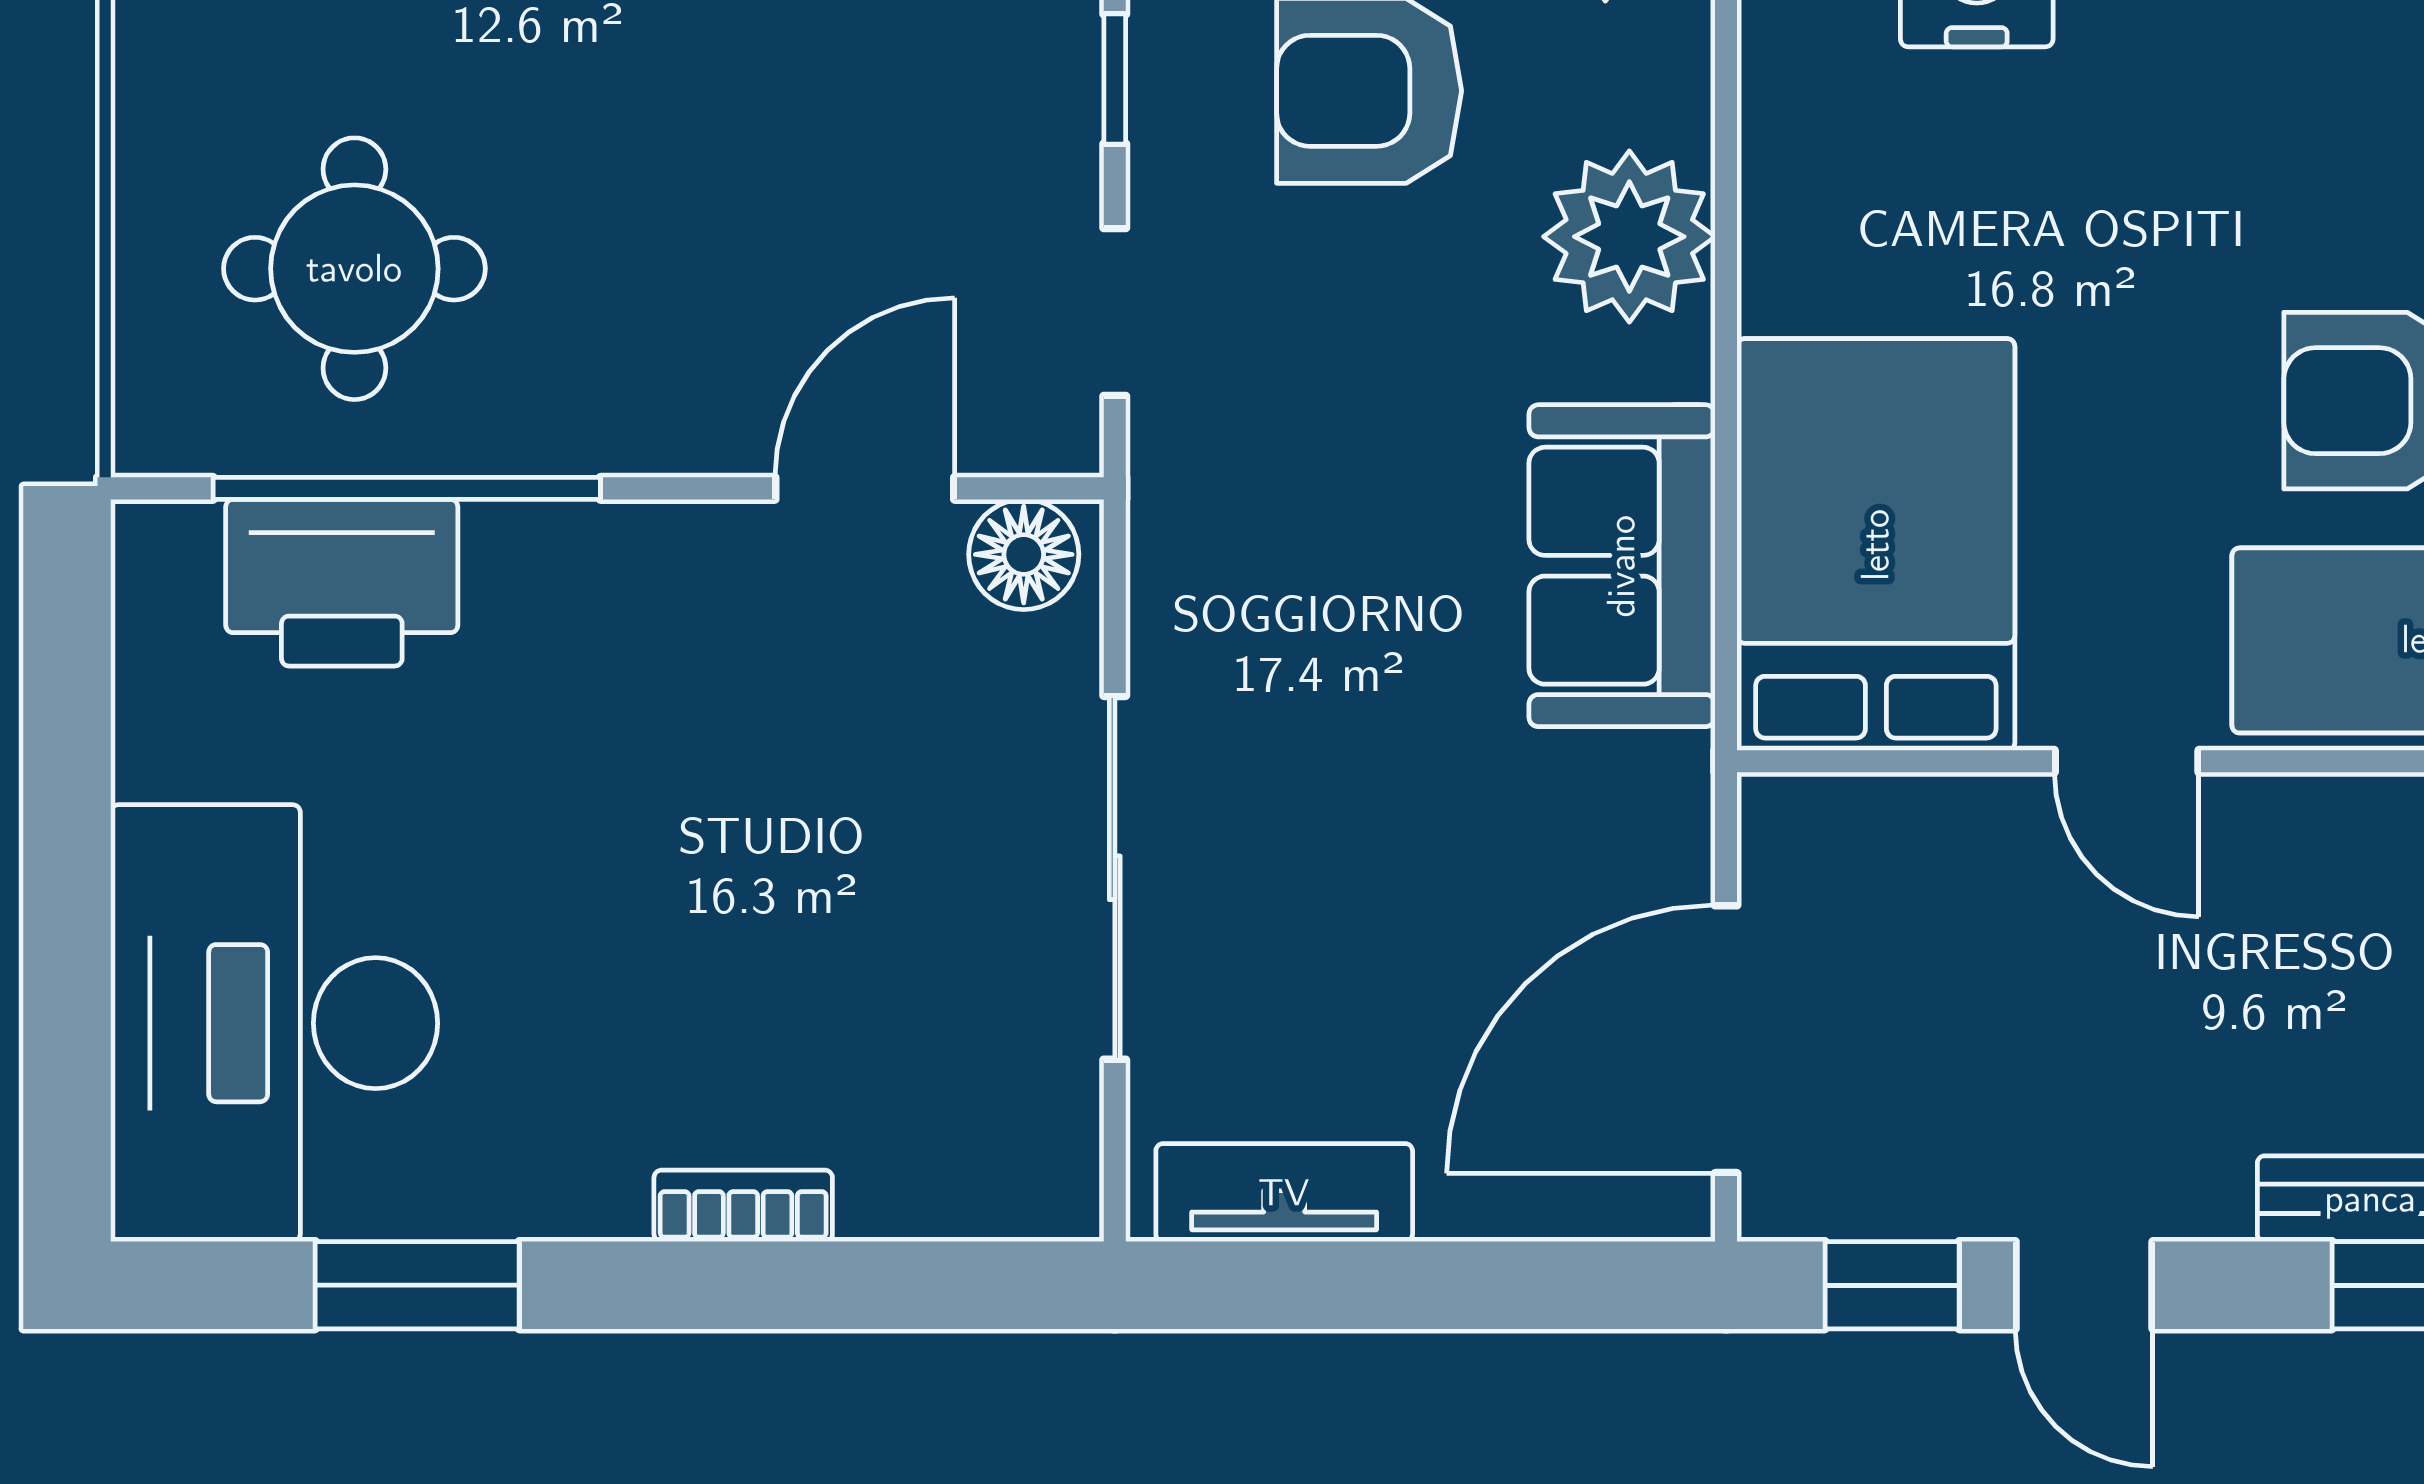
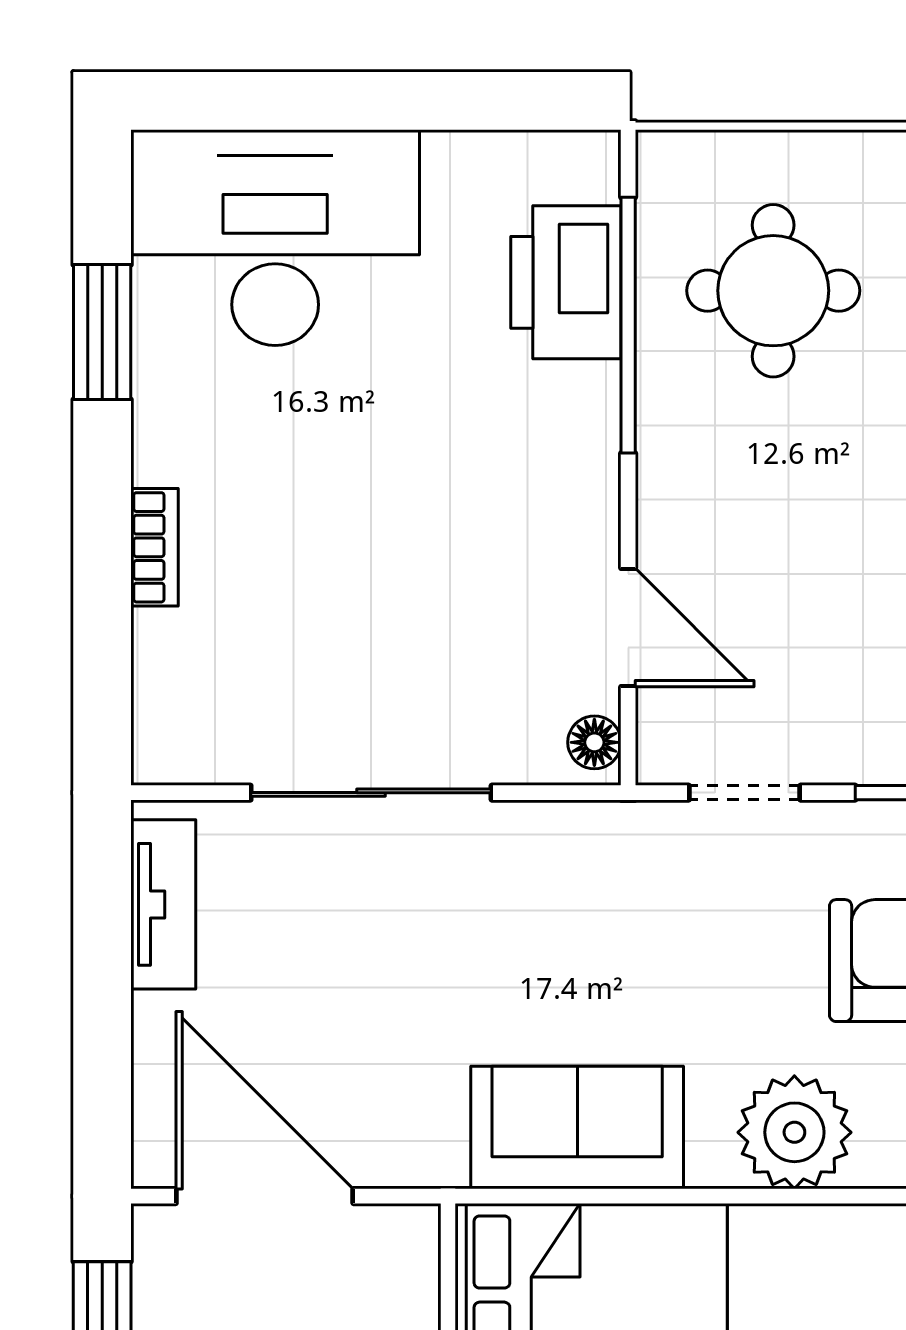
floor lamp: (1024, 554) -> (594, 742), width x0.73, depth x0.73

